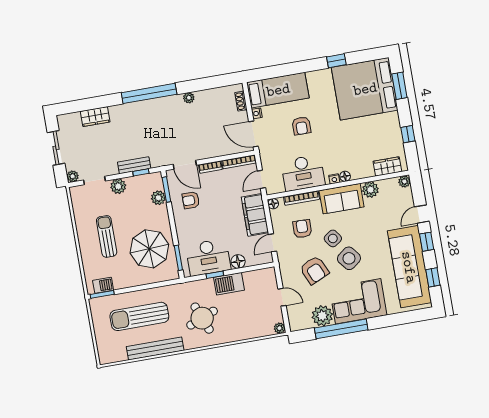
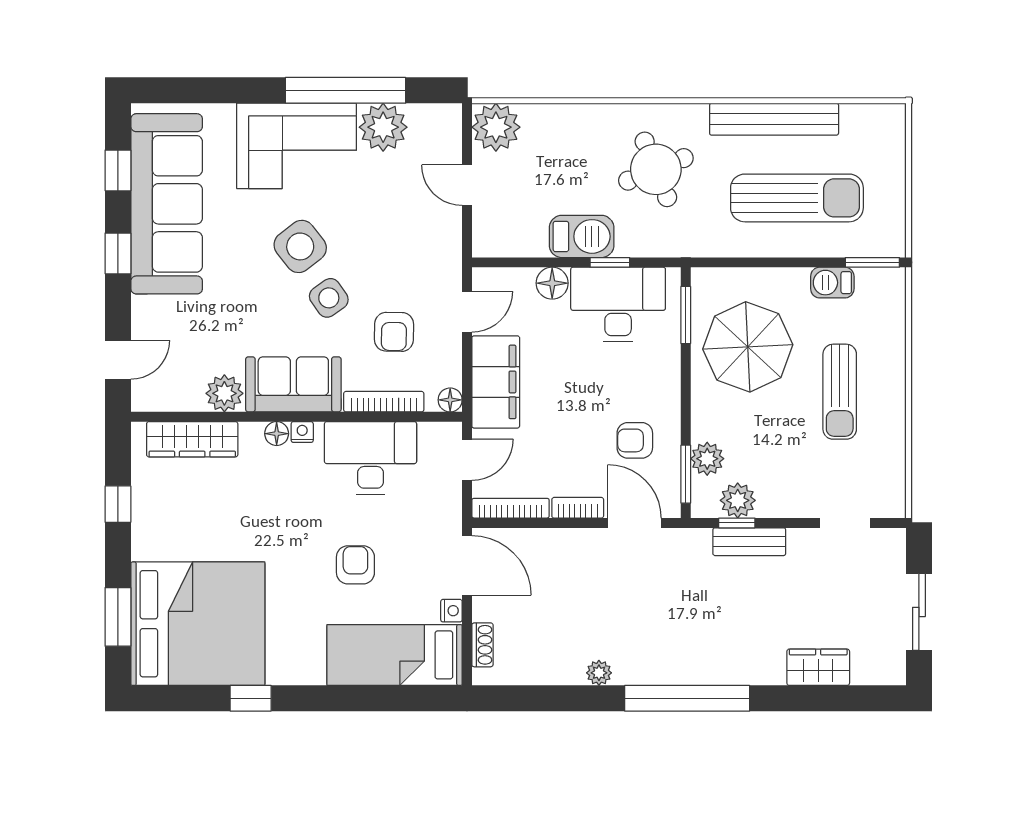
wardrobe: (387, 166) -> (192, 439), width x1.50
plant: (73, 176) -> (893, 541), removed
plant: (404, 182) -> (144, 398), removed
plant: (118, 186) -> (738, 500), moved
armchair: (191, 200) -> (635, 440), turned 180
door: (422, 214) -> (118, 360), moved
armchair: (314, 270) -> (383, 233), removed
barbecue: (103, 285) -> (832, 283), moved
plant: (280, 328) -> (496, 127), width x1.87, depth x1.87

